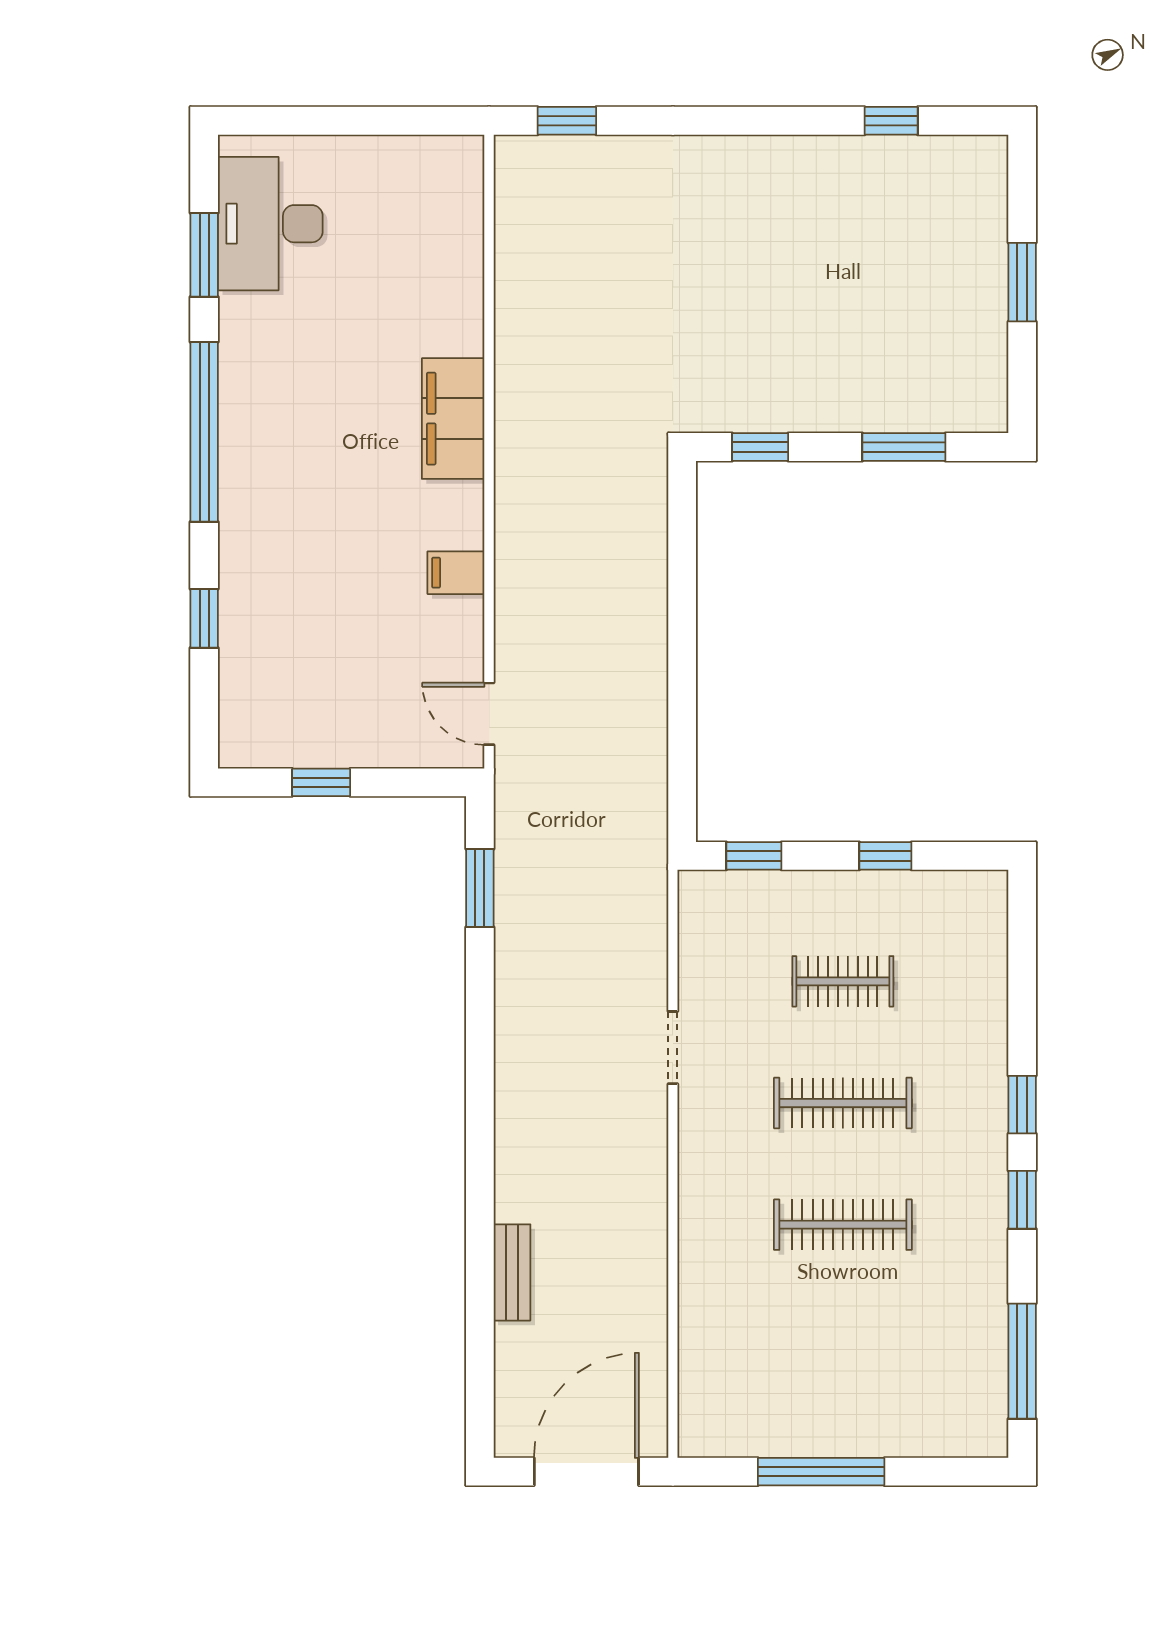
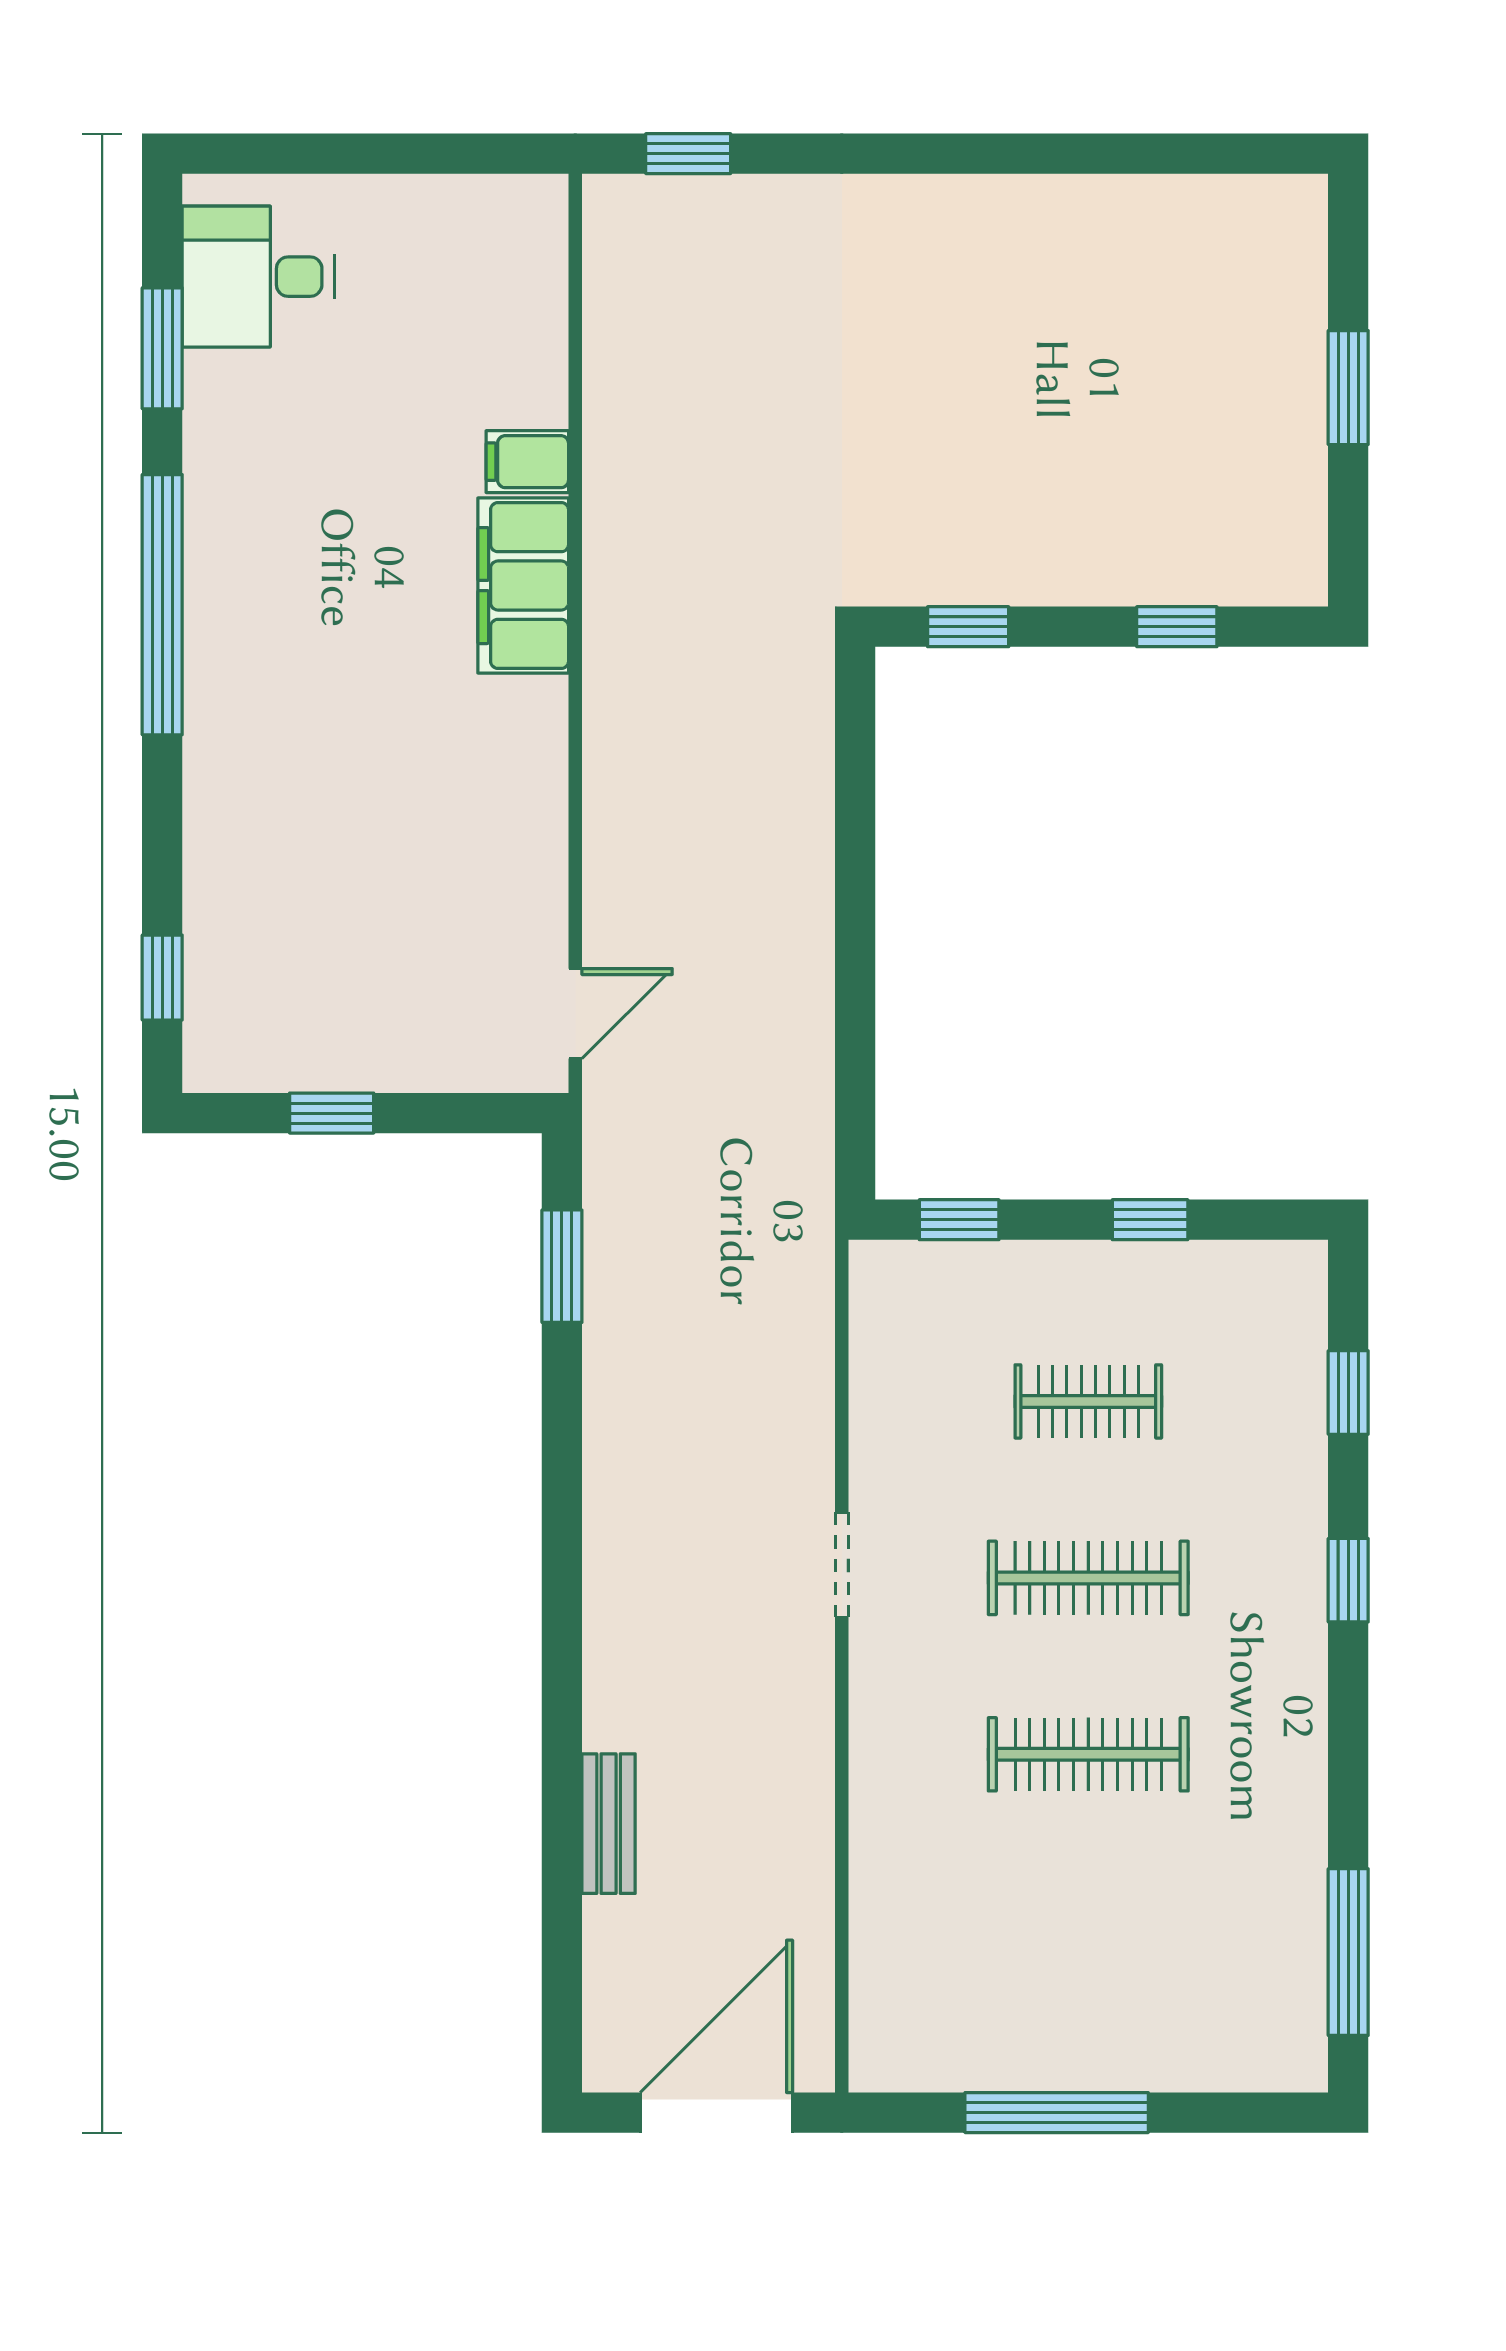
window: (891, 121) -> (1158, 154), removed
desk: (270, 224) -> (258, 277), width x0.73
window: (904, 447) -> (1177, 627), width x0.67
filing cabinet: (456, 573) -> (527, 462), moved
window: (204, 618) -> (162, 978), moved
door: (489, 714) -> (575, 1014), swing flipped
doorway: (673, 1048) -> (842, 1565), moved
window: (1022, 1200) -> (1348, 1393), moved

